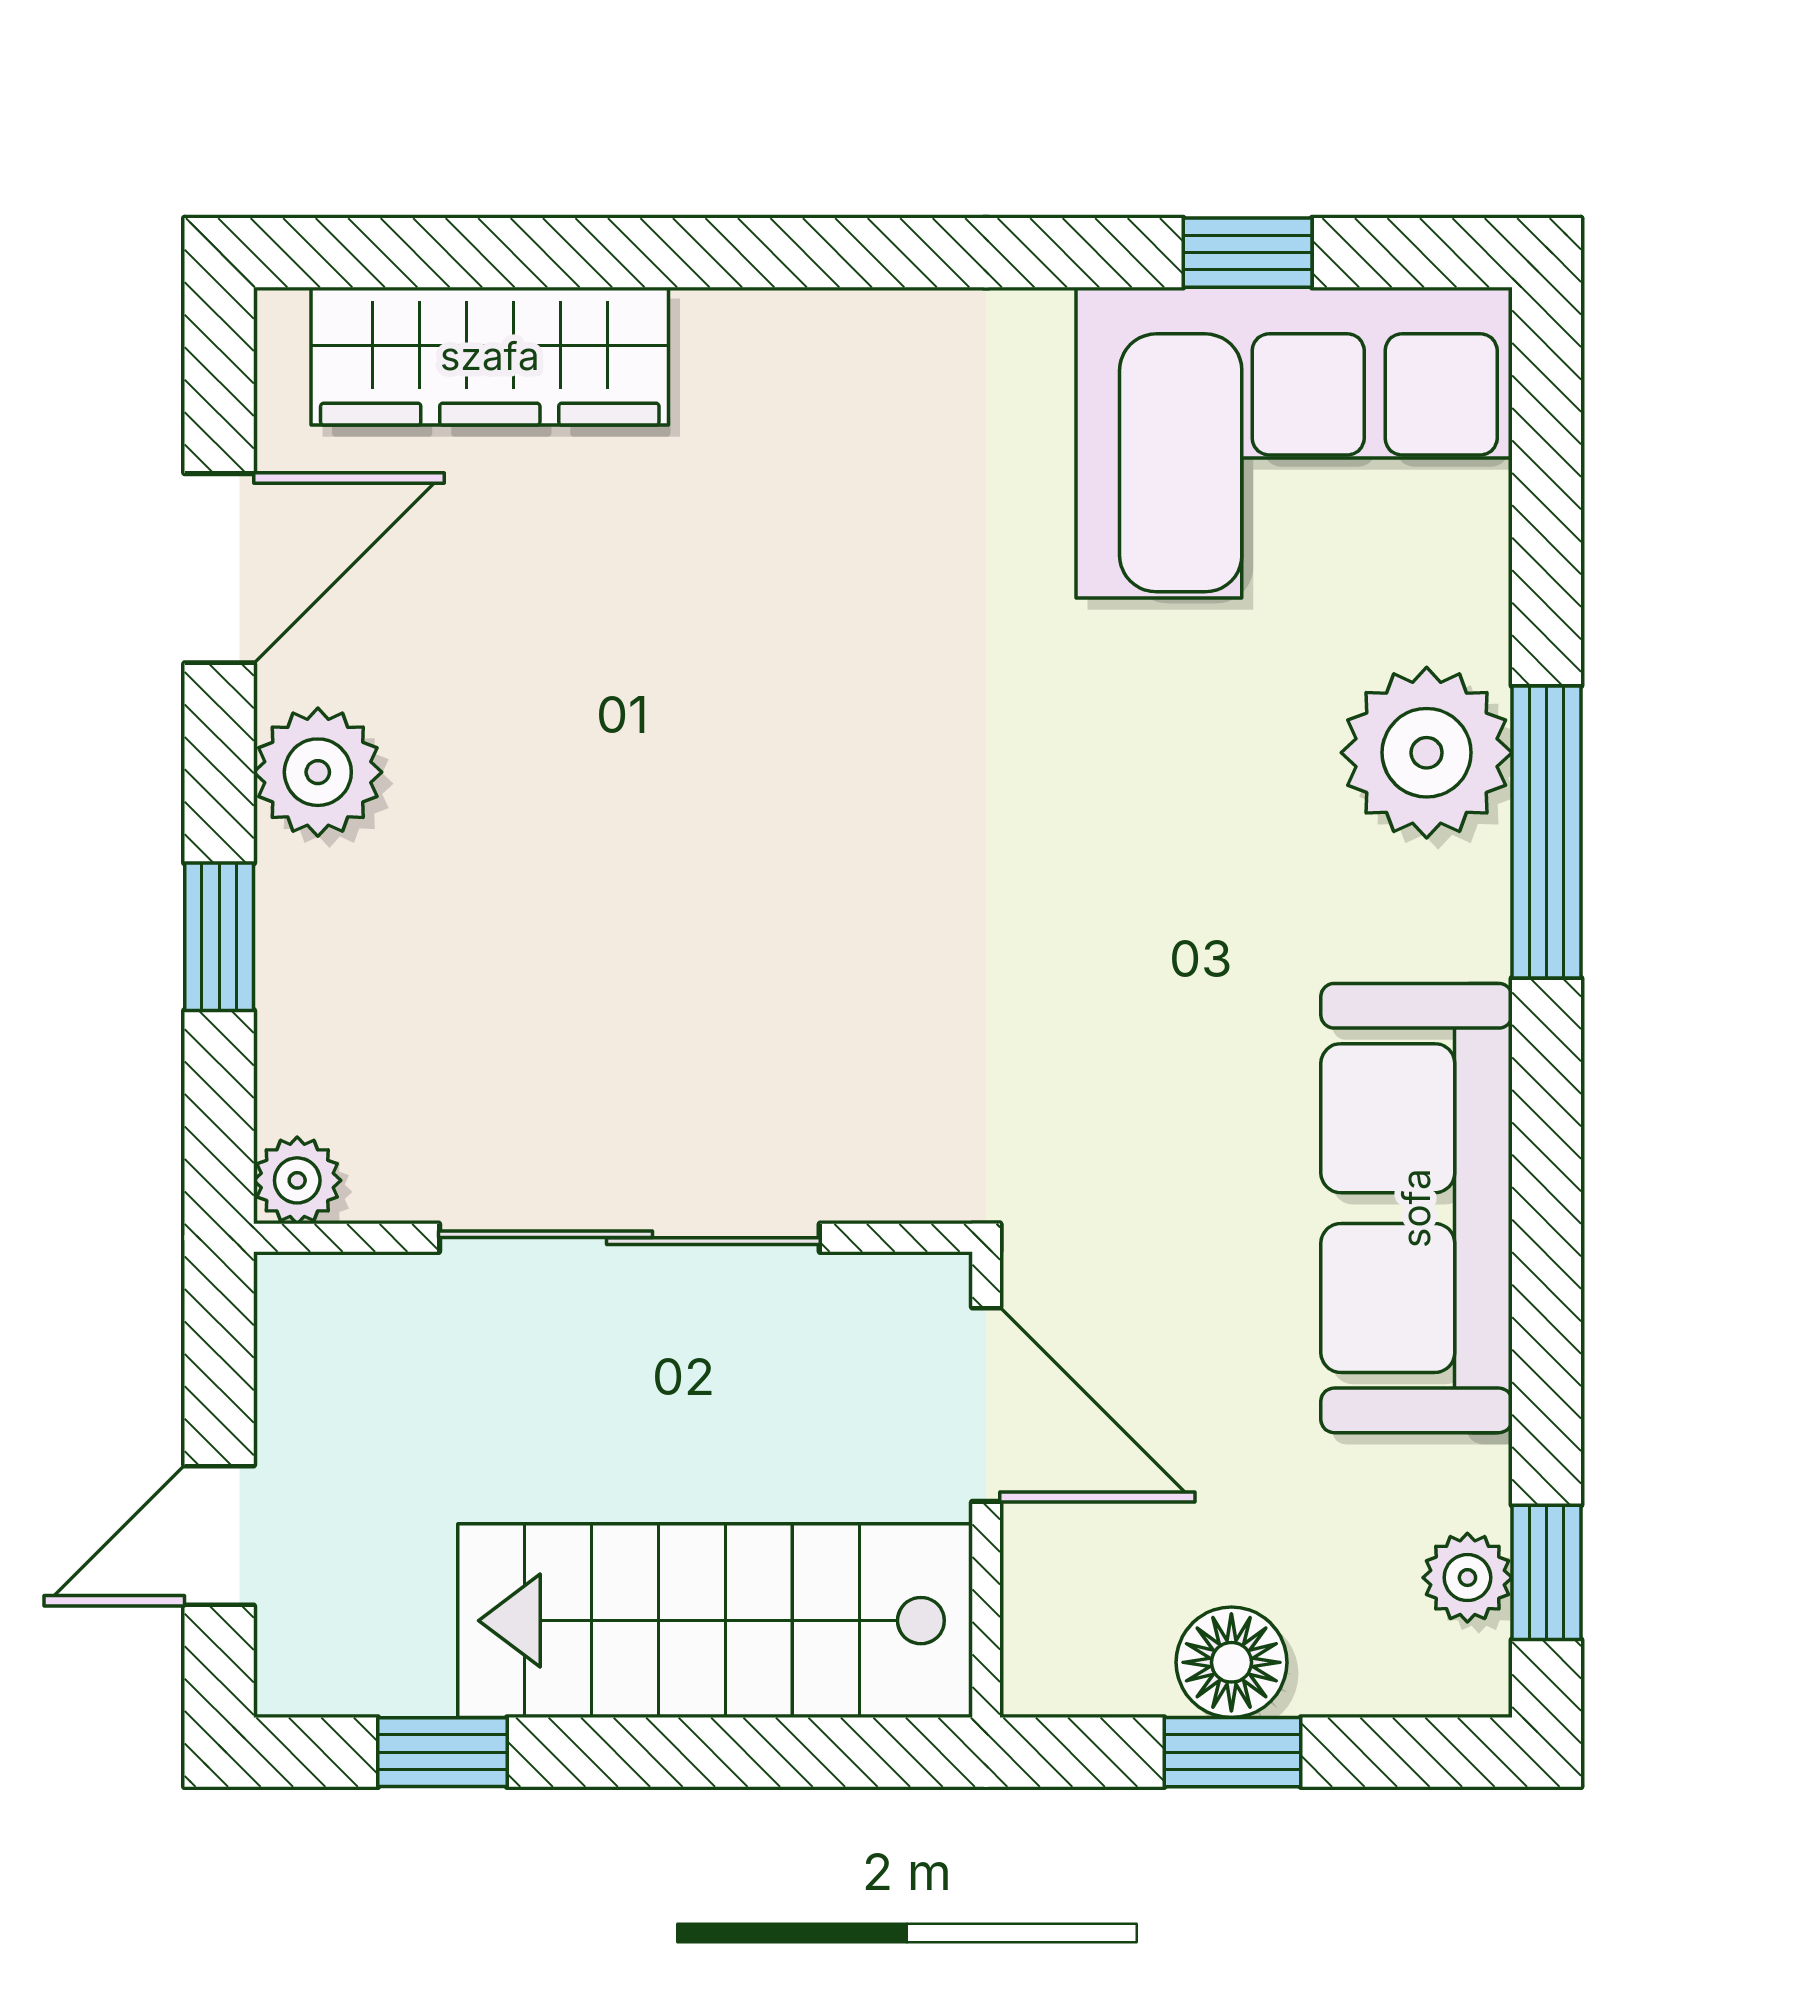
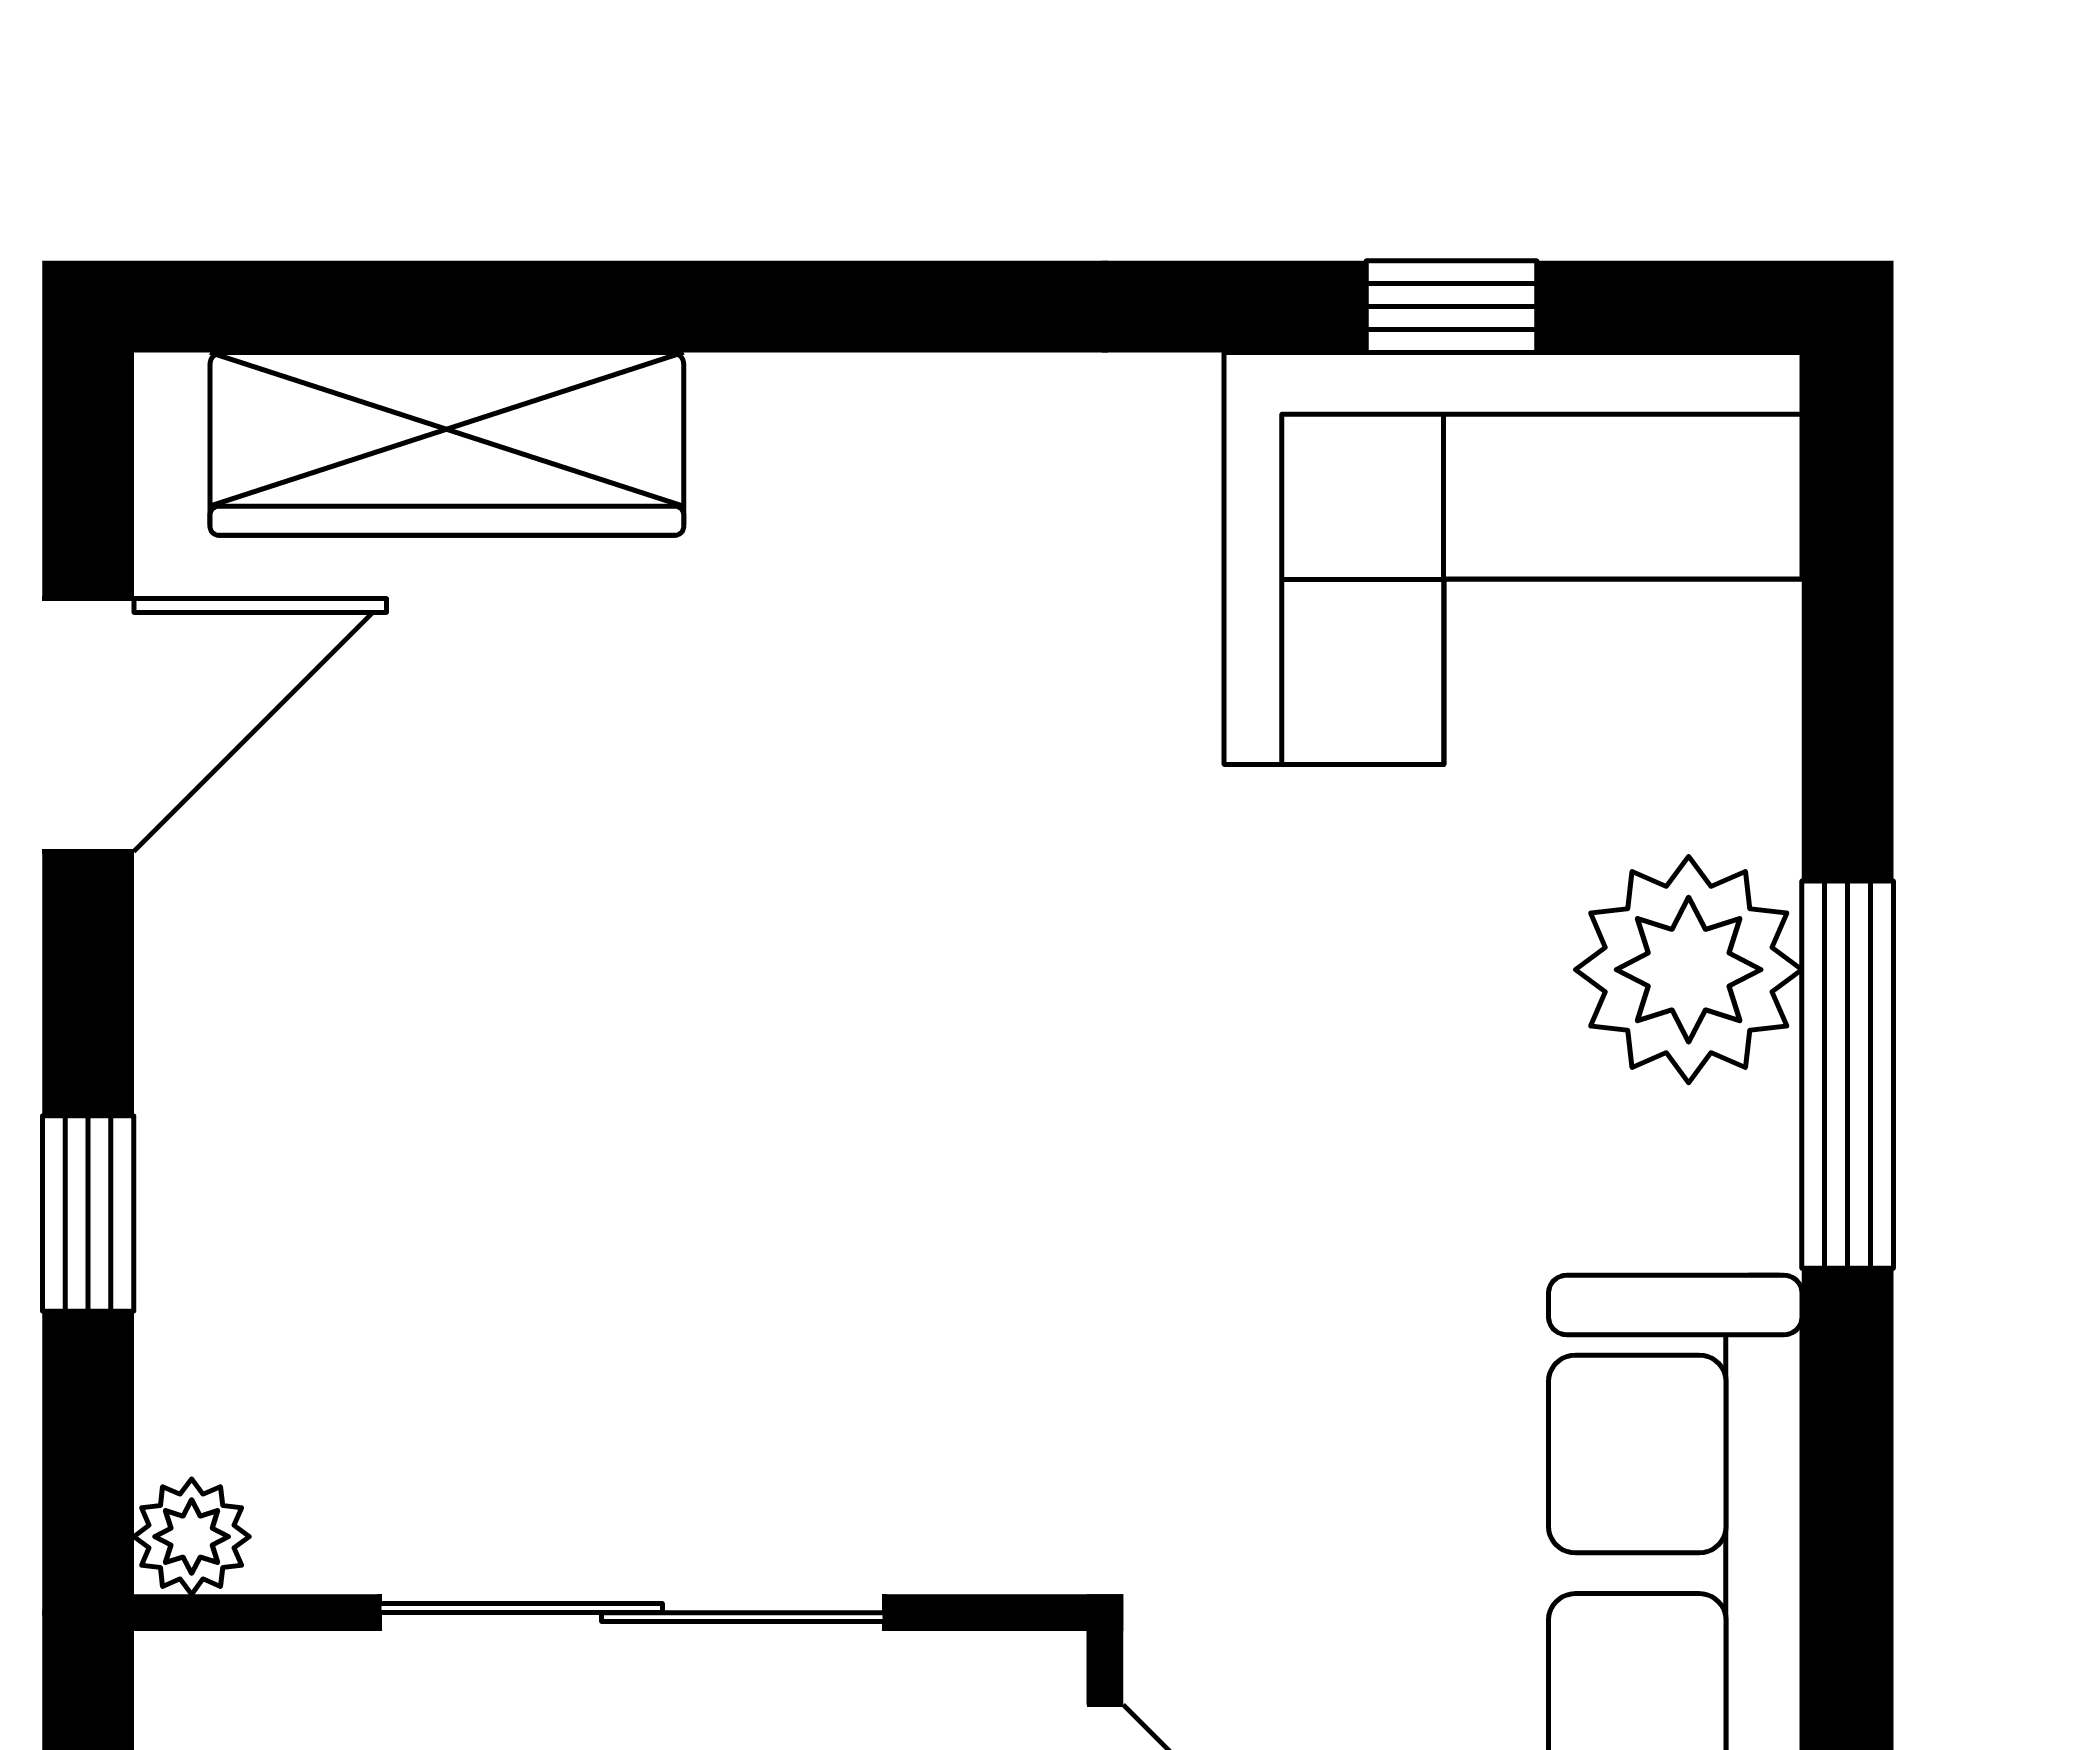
plant: (318, 772) -> (219, 995), removed

